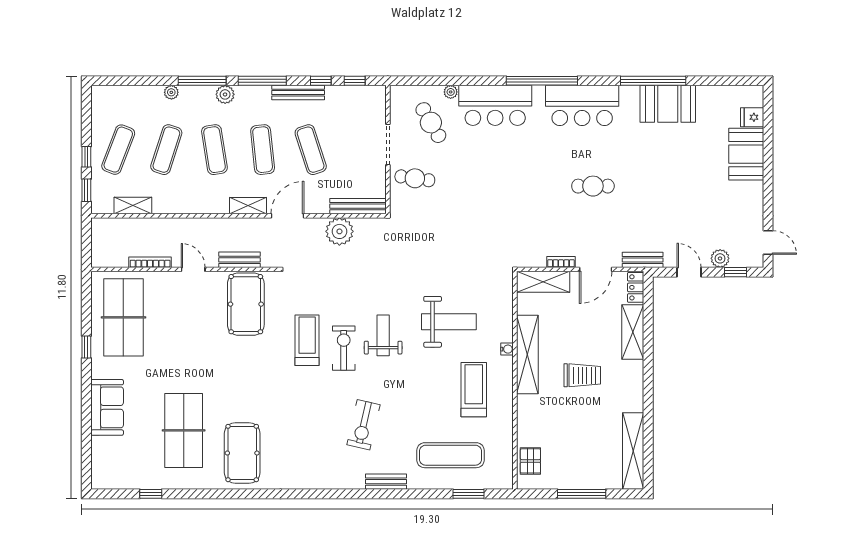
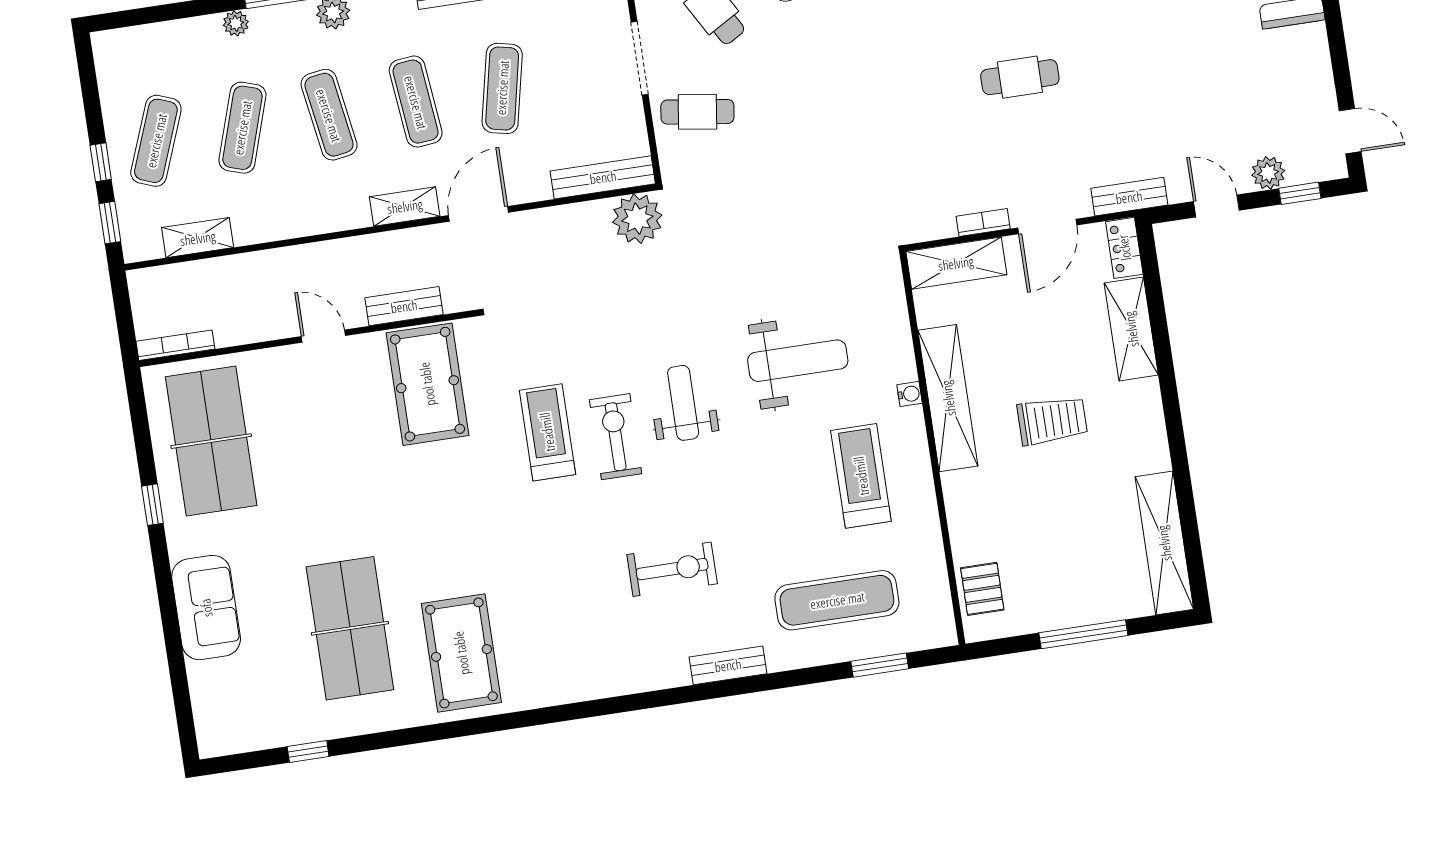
exercise mat: (311, 150) -> (502, 88), turned 30
plant: (339, 231) -> (637, 219), moved
bookcase: (150, 262) -> (175, 345), moved
exercise bike: (363, 425) -> (672, 569), turned -103

